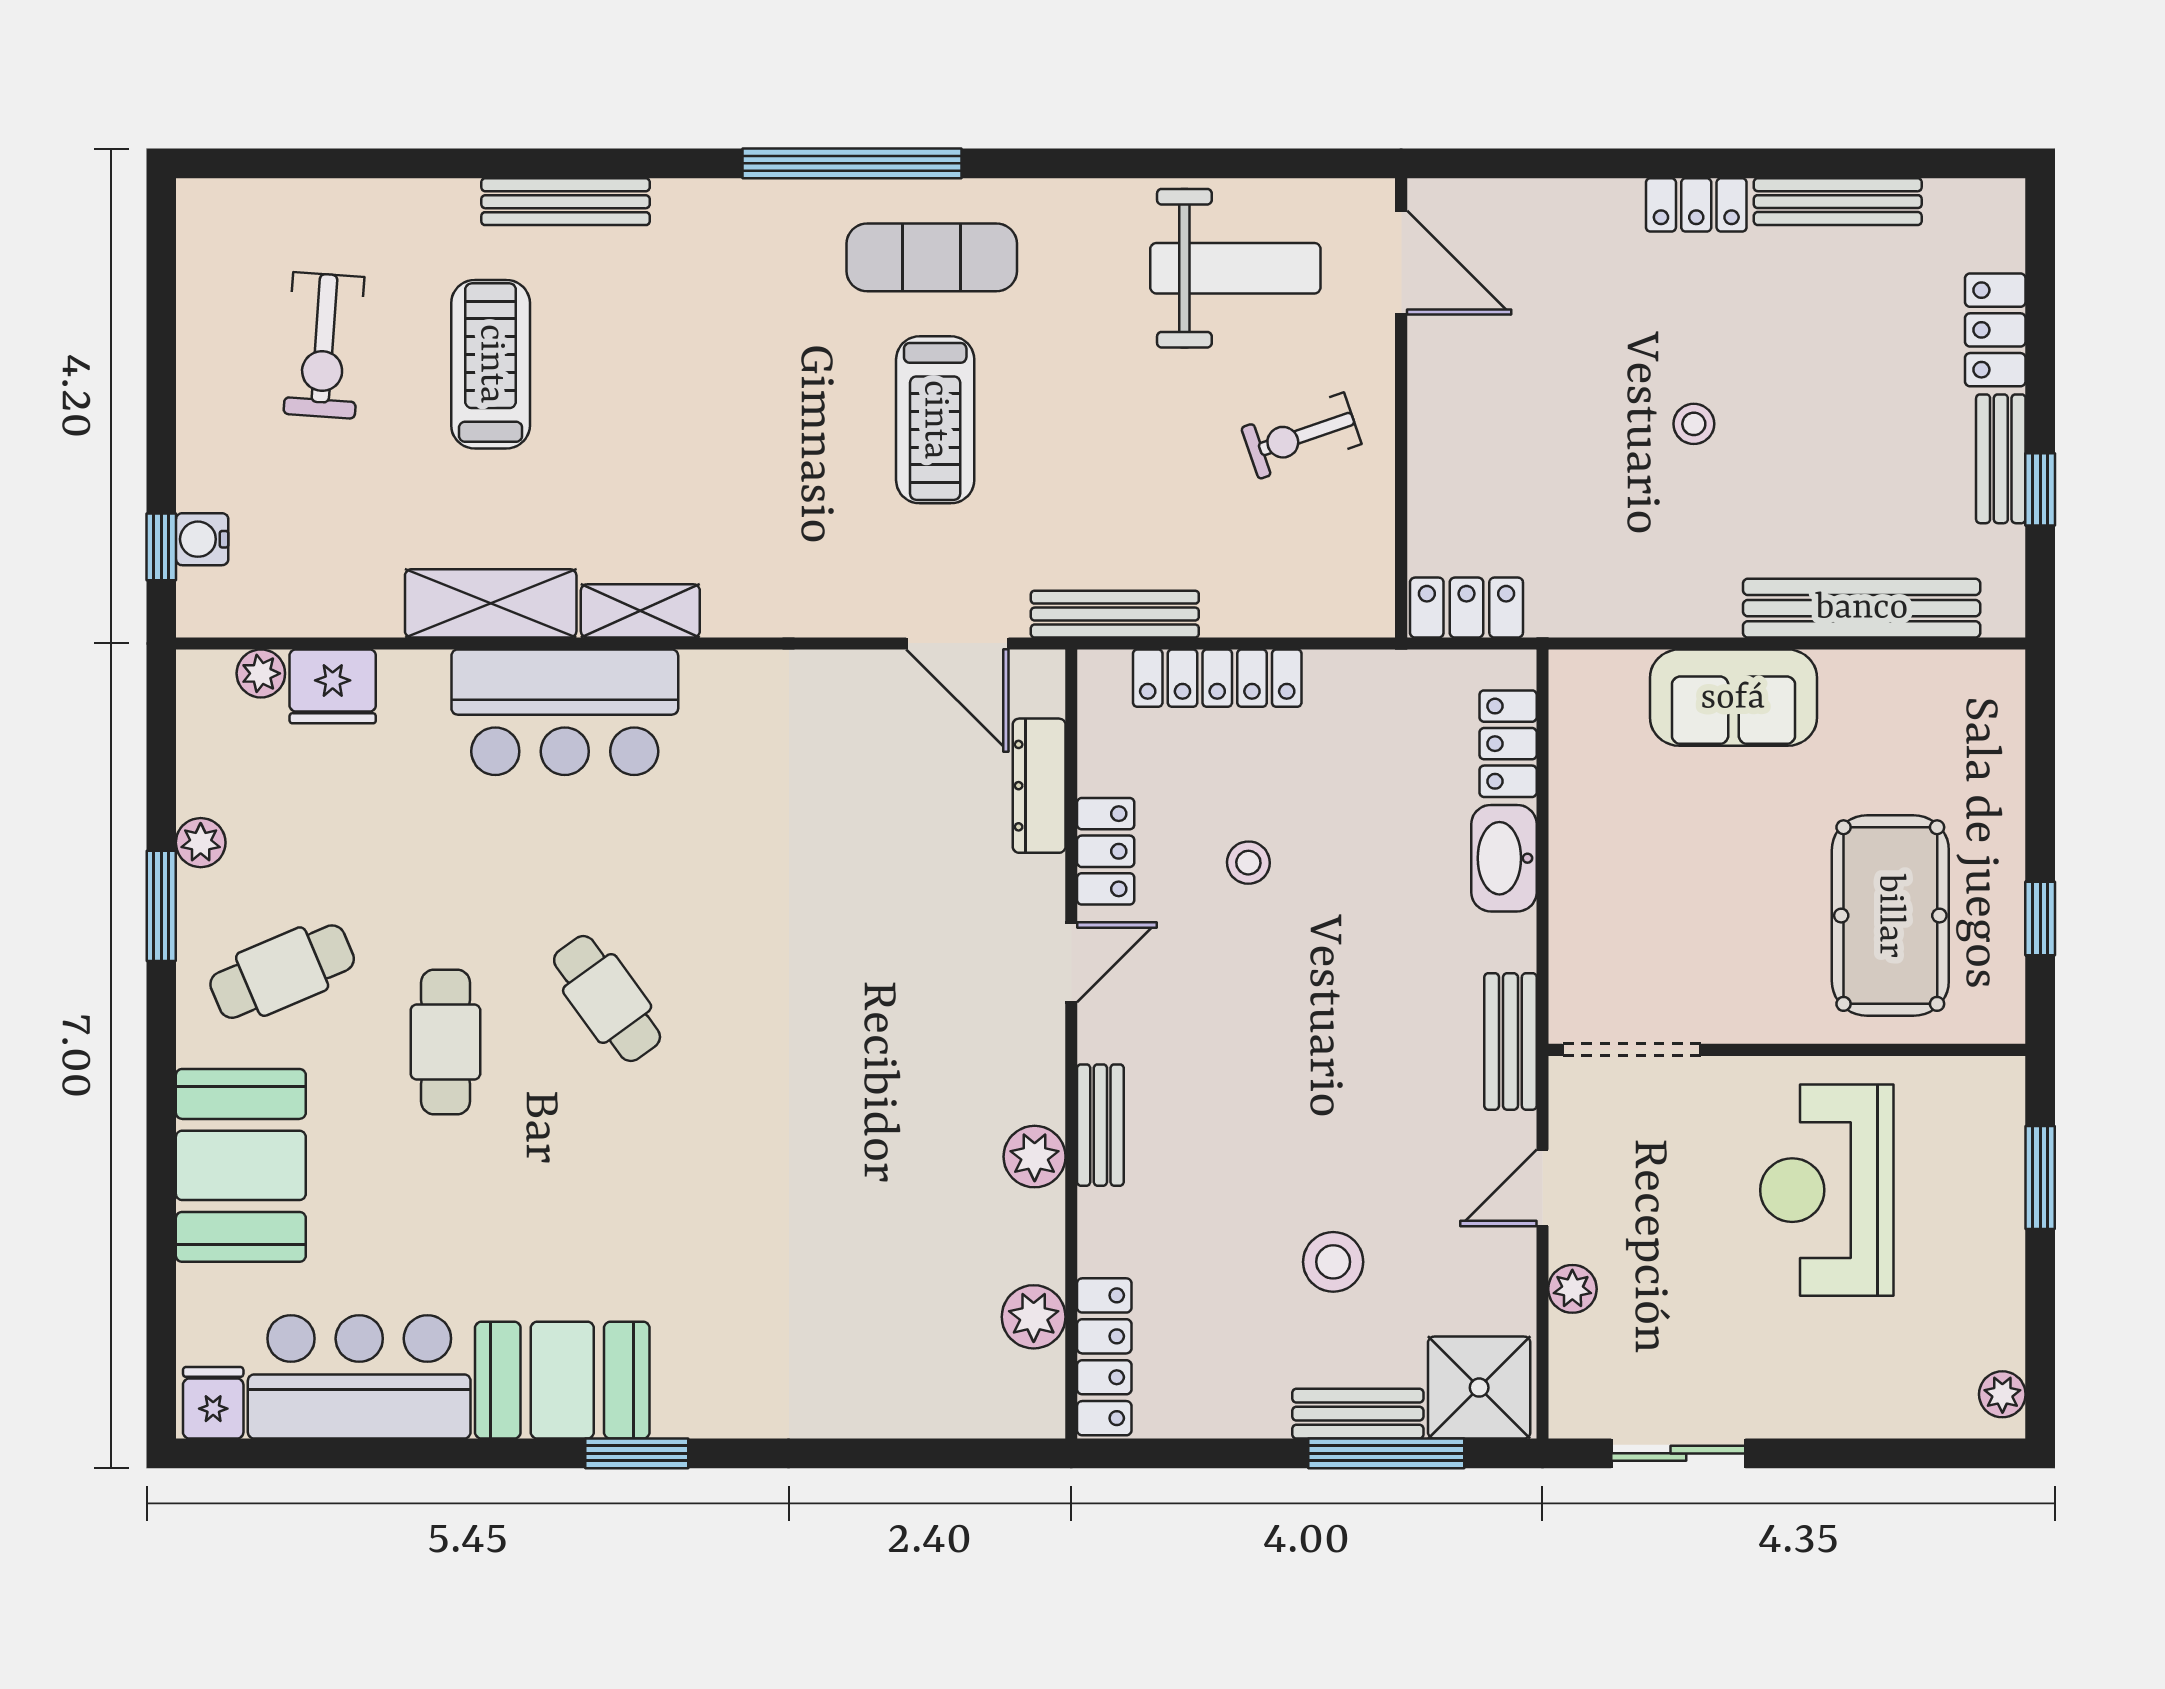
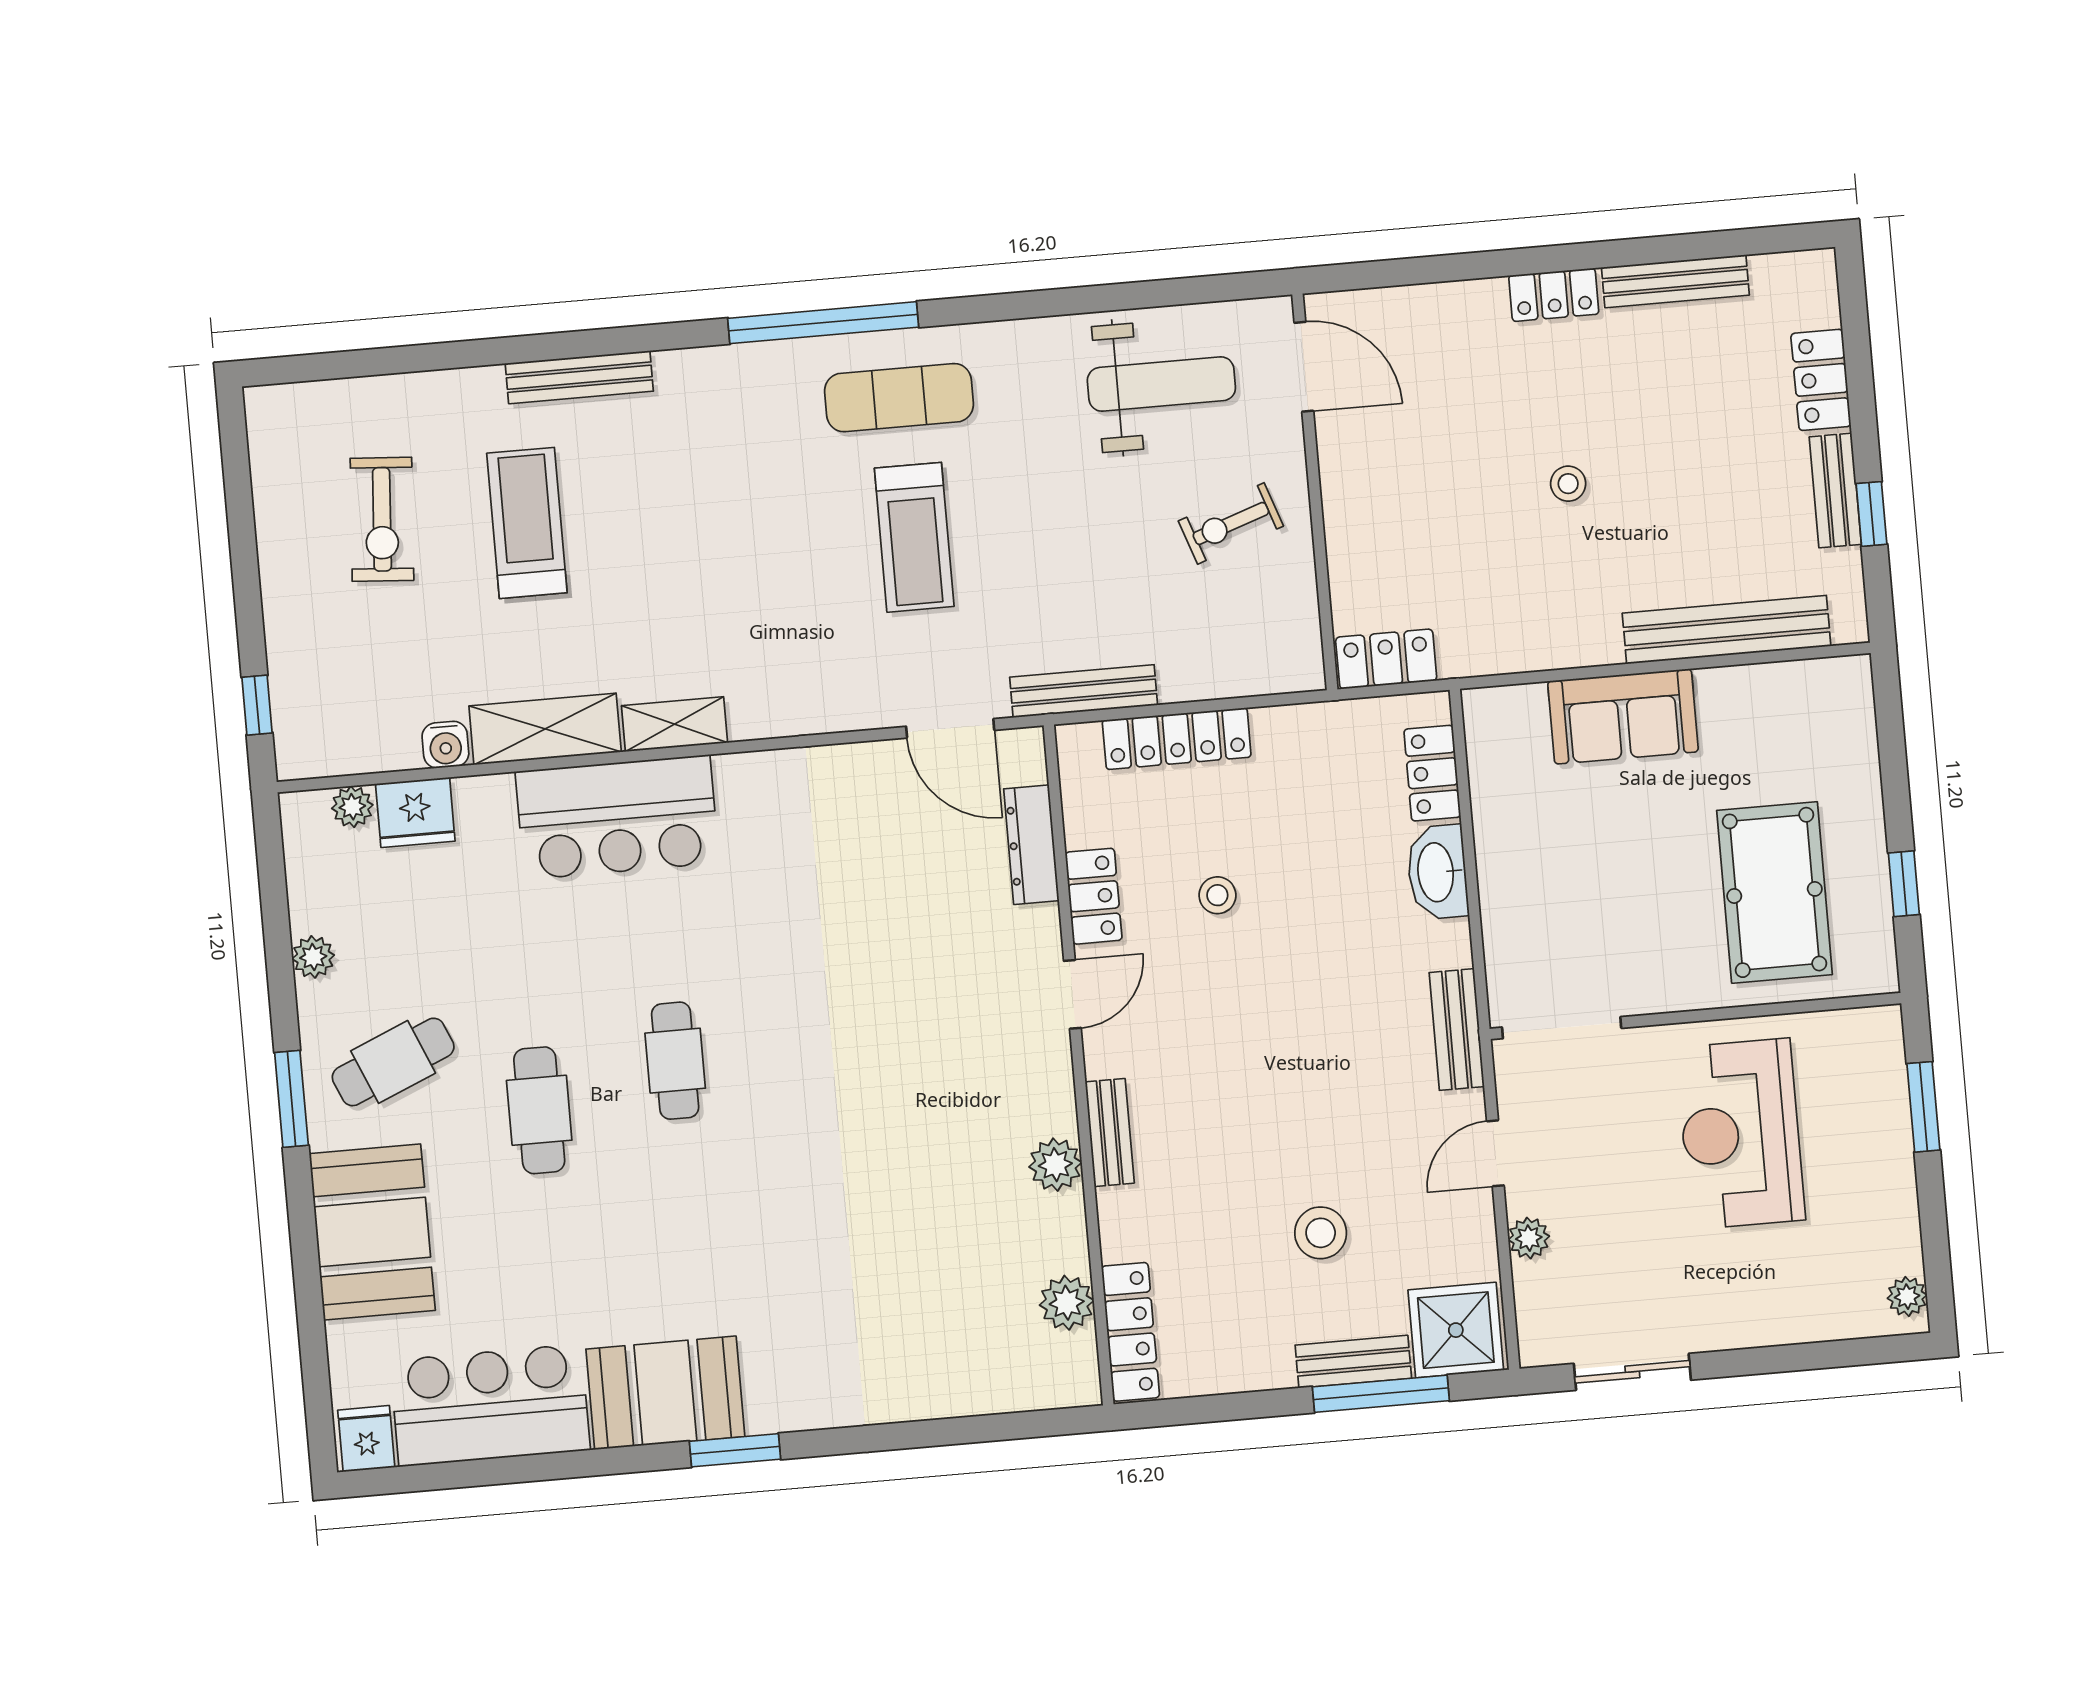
water cooler: (202, 539) -> (445, 745), moved, turned -90
window: (161, 906) -> (291, 1099), moved
cafe table: (607, 999) -> (675, 1061), turned 36

